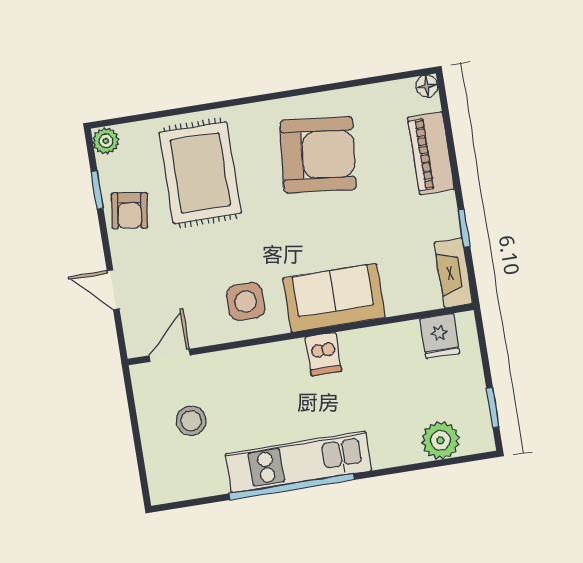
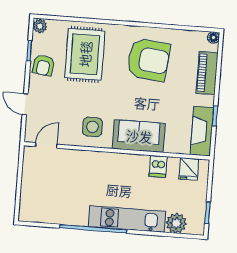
fireplace: (453, 273) -> (202, 131), width x1.37, depth x1.32
dishwasher: (323, 354) -> (158, 166), moved
stool: (191, 421) -> (49, 182), removed
kitchen unit: (299, 462) -> (127, 219), moved

